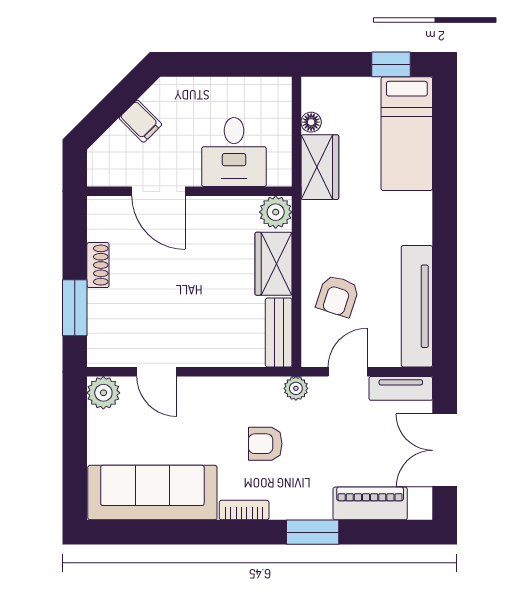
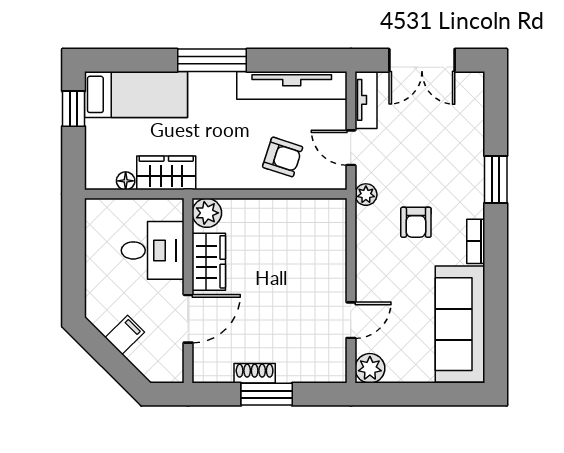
window: (445, 218) -> (212, 60), added
wardrobe: (273, 264) -> (209, 262), moved, turned -90
window: (75, 308) -> (267, 394), moved
bench: (279, 332) -> (315, 210), removed
piano: (370, 503) -> (470, 128), removed

